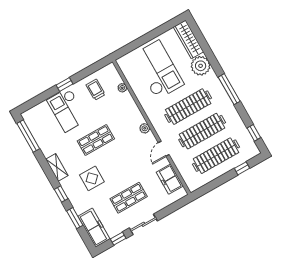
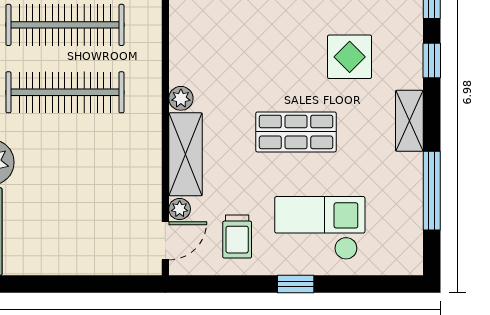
checkout: (158, 70) -> (84, 204), removed
shelving: (131, 109) -> (186, 154), added
checkout: (67, 110) -> (320, 228), turned -90
window: (28, 136) -> (432, 191), moved
door: (164, 149) -> (165, 241), moved

